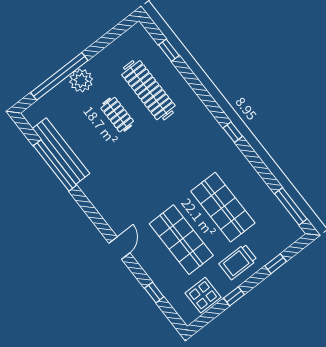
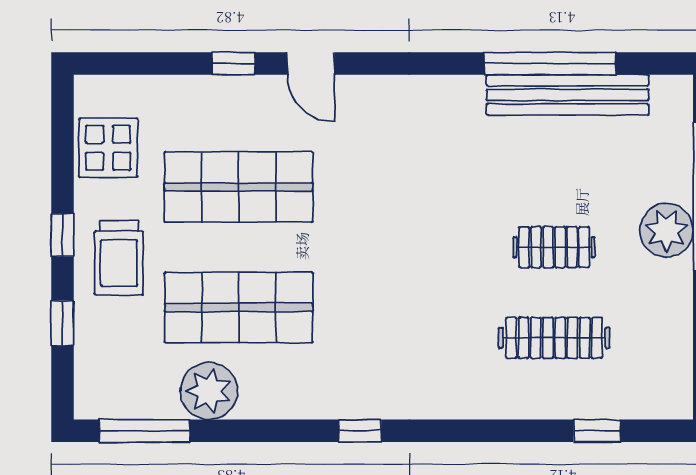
clothes rail: (148, 90) -> (554, 338), width x0.73, depth x0.76
plant: (260, 195) -> (209, 391), added
trolley: (238, 262) -> (119, 258), turned 180
window: (154, 293) -> (233, 63), moved
window: (234, 296) -> (62, 235), moved

